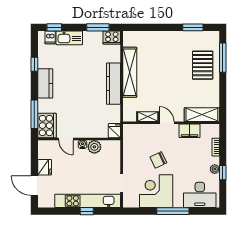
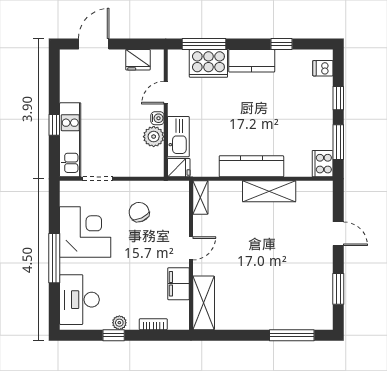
window: (54, 27) -> (338, 98), moved
door: (157, 27) -> (338, 234), added
kitchen sink: (69, 38) -> (178, 137), moved, turned 180
pallet: (203, 65) -> (280, 304), removed
shelving: (130, 72) -> (269, 191), width x0.68
shelving: (148, 117) -> (200, 197), moved
cooker: (47, 126) -> (208, 63), moved
chair: (158, 160) -> (139, 212), moved
fridge: (45, 167) -> (138, 60), moved
kitchen unit: (88, 201) -> (70, 140), width x0.73

